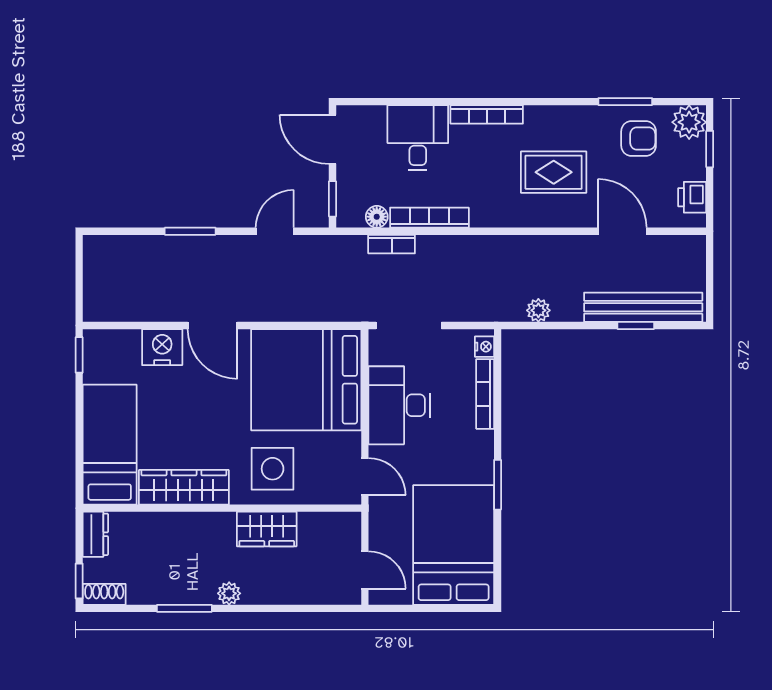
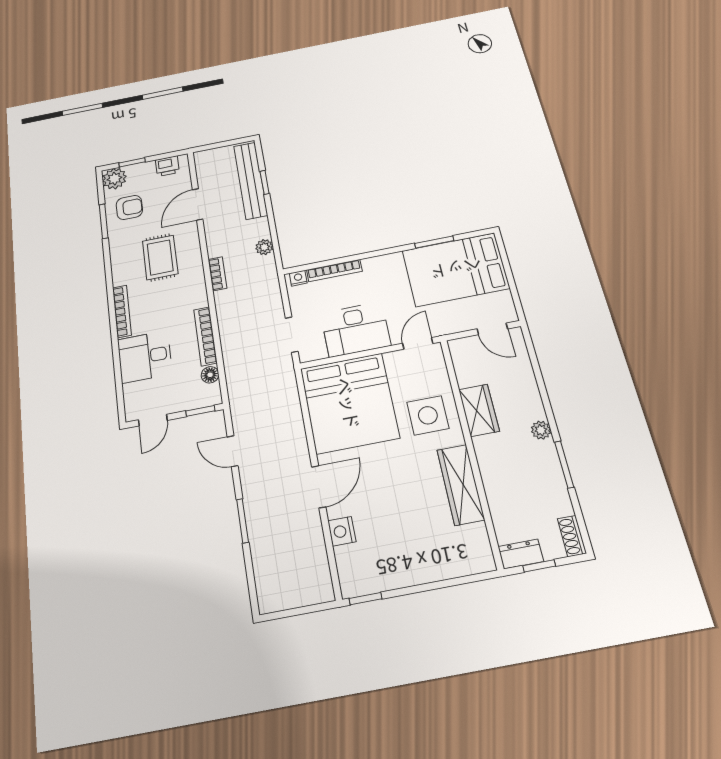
door: (333, 139) -> (153, 420), width x0.73
armchair: (639, 139) -> (129, 207), turned 90
bookcase: (392, 244) -> (217, 274), moved
doorway: (409, 326) -> (292, 335), width x0.73
nightstand: (162, 347) -> (342, 531), width x0.74, depth x0.75
bed: (110, 445) -> (439, 556), removed
window: (498, 485) -> (434, 242), moved
door: (365, 570) -> (492, 329), swing flipped
window: (79, 581) -> (539, 566), moved

